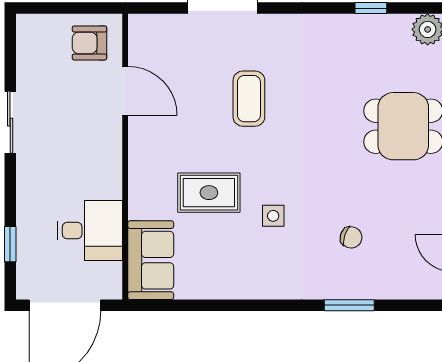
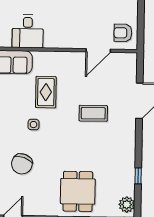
armchair: (89, 43) -> (123, 33), turned -90
chair: (351, 237) -> (22, 164), width x1.87, depth x1.87

